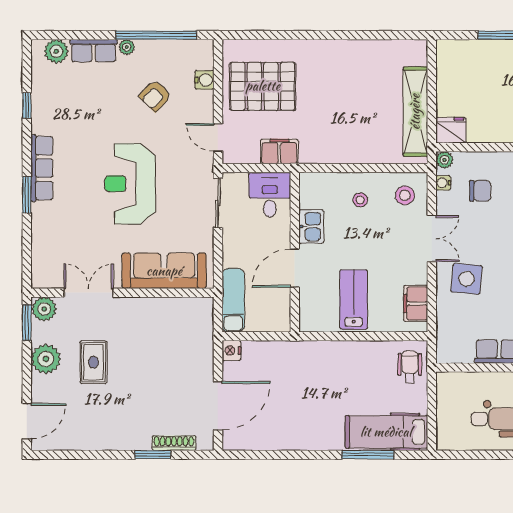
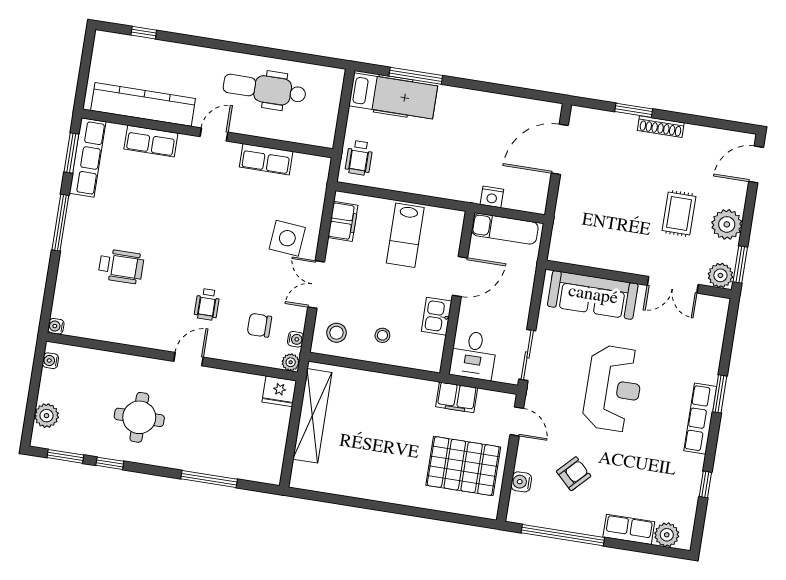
plant: (127, 47) -> (595, 528), removed
exam couch: (233, 300) -> (505, 229), moved, turned -90
nightstand: (231, 351) -> (492, 197), moved, turned 90
shoe rack: (174, 443) -> (661, 127), moved

